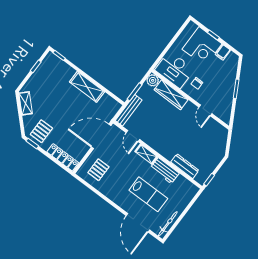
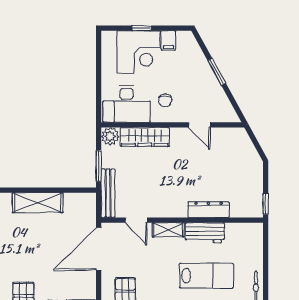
dresser: (185, 166) -> (209, 210), moved

